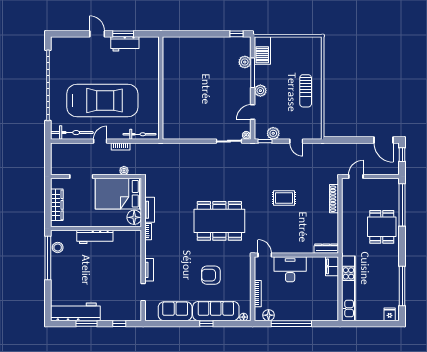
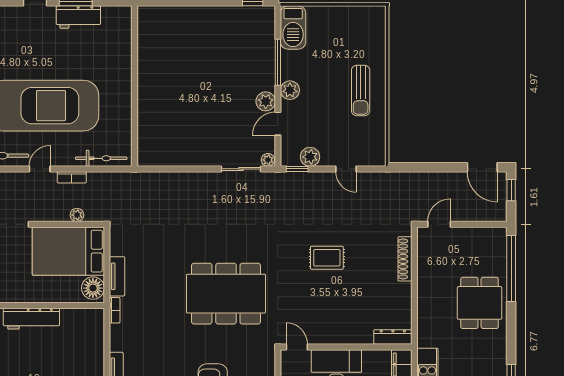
plant: (245, 62) -> (266, 101), moved

